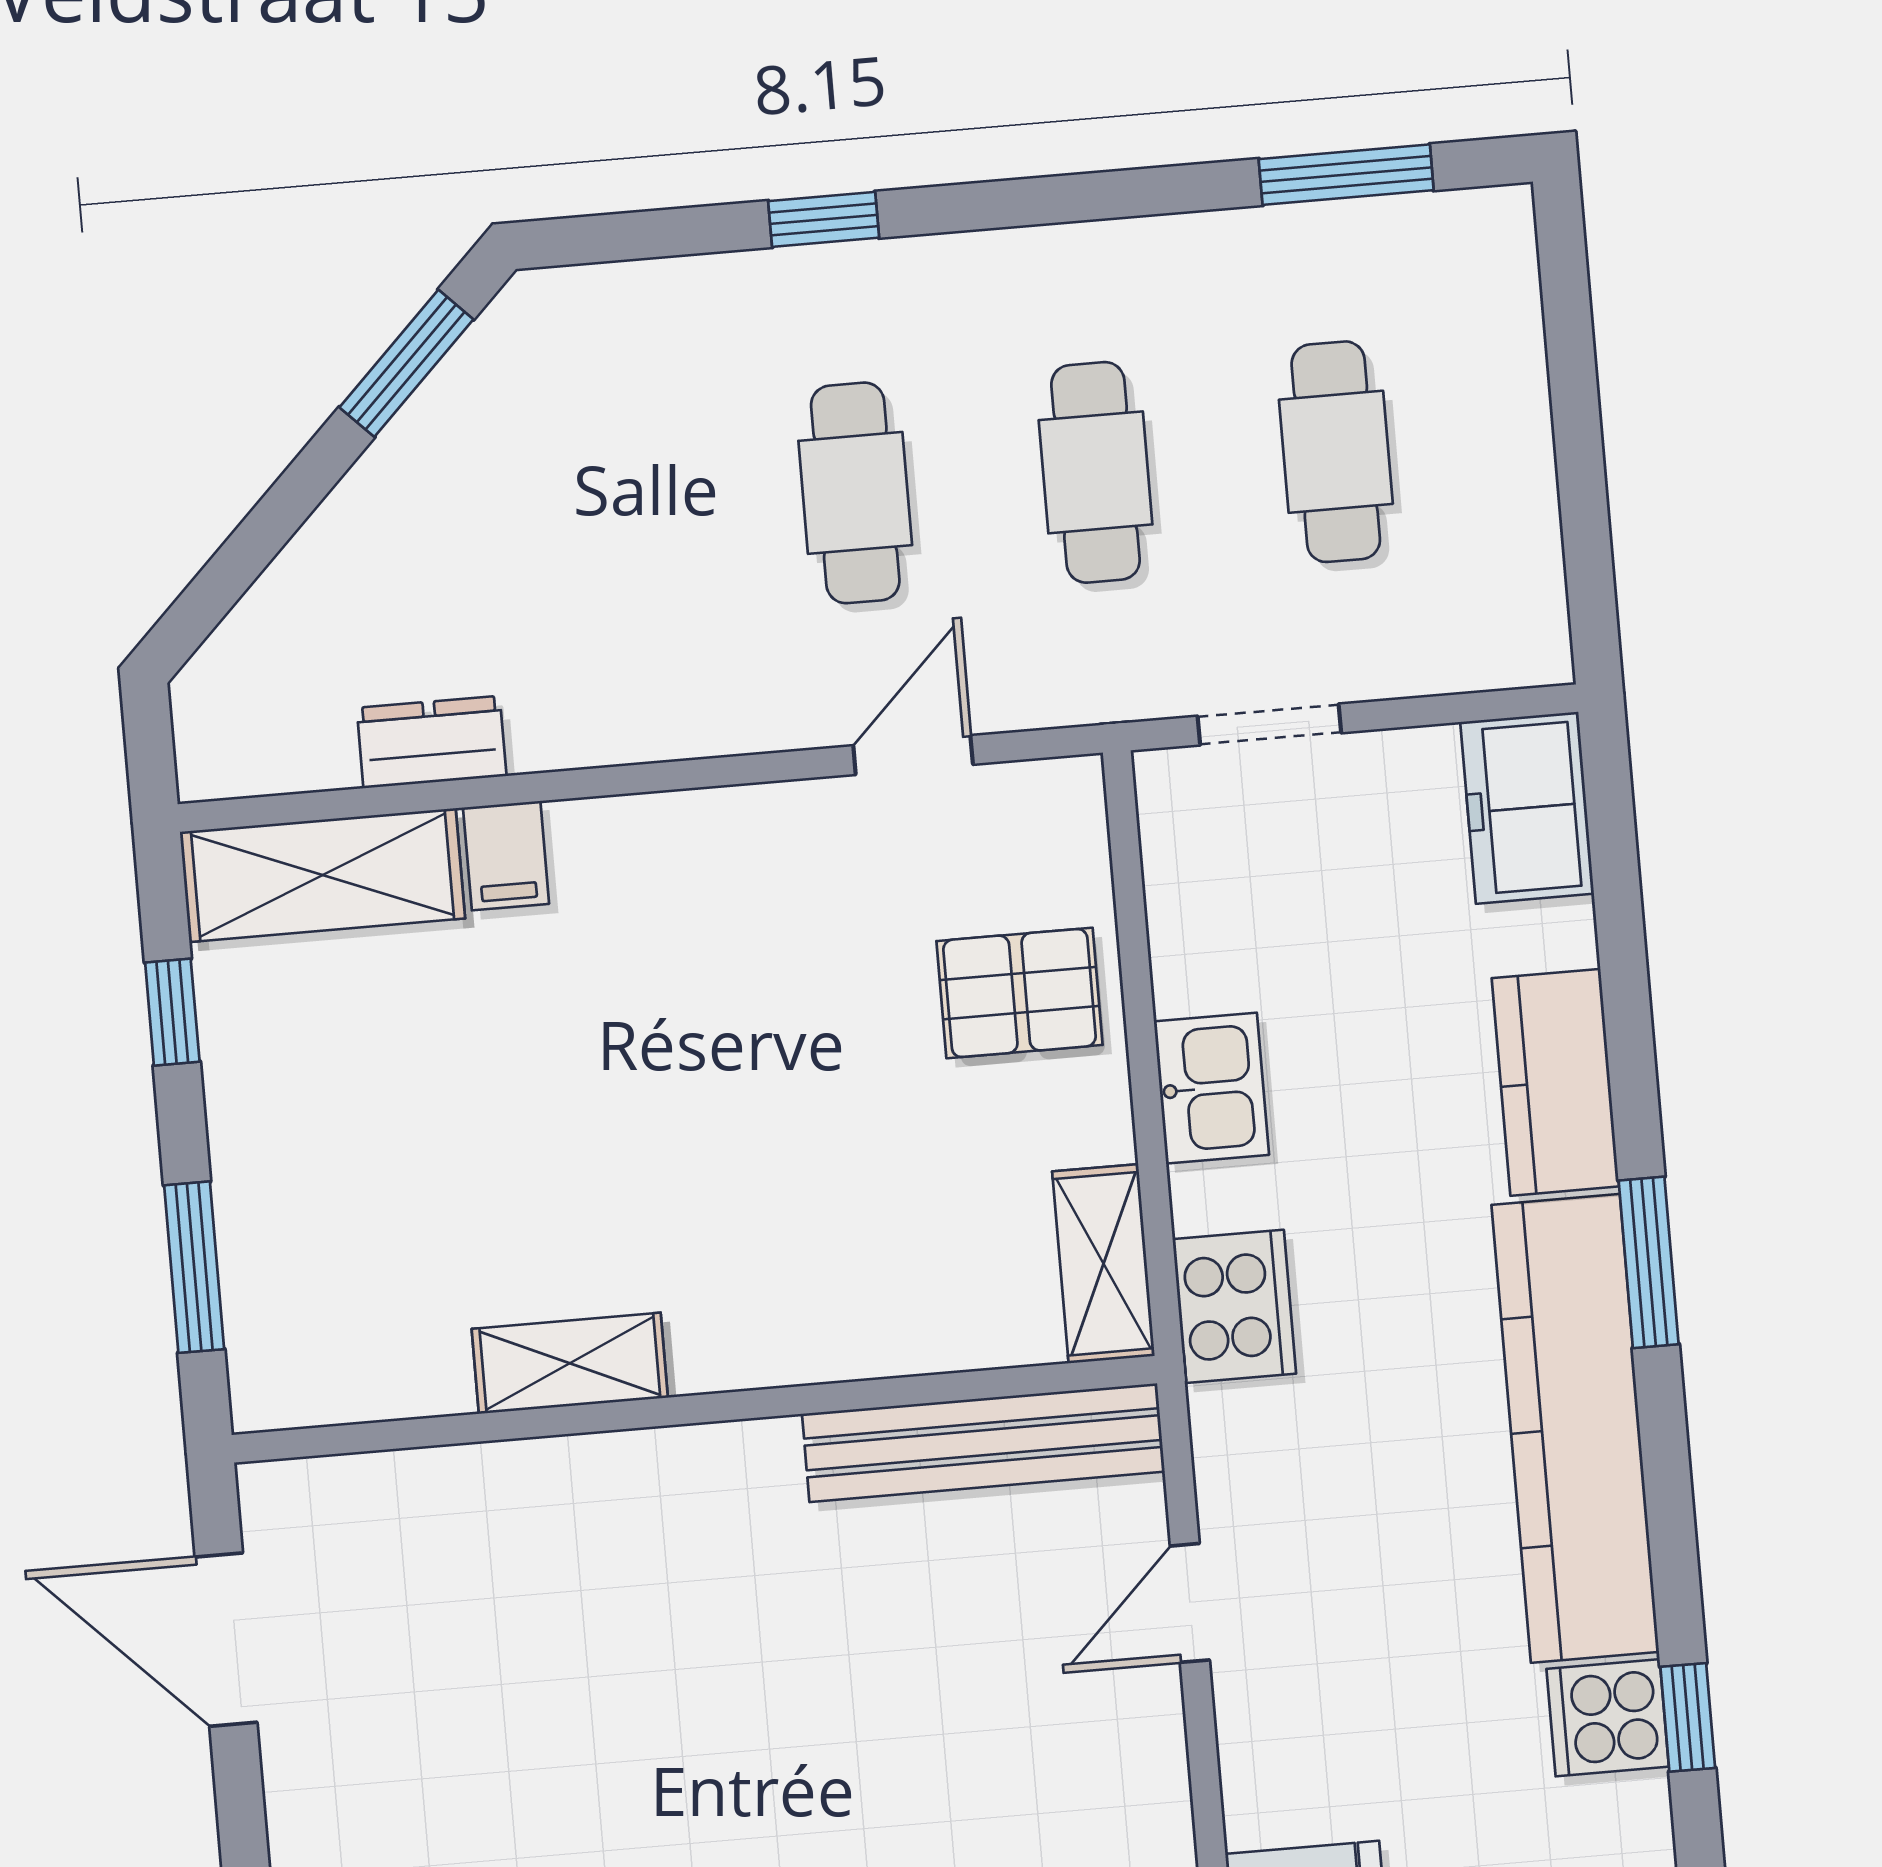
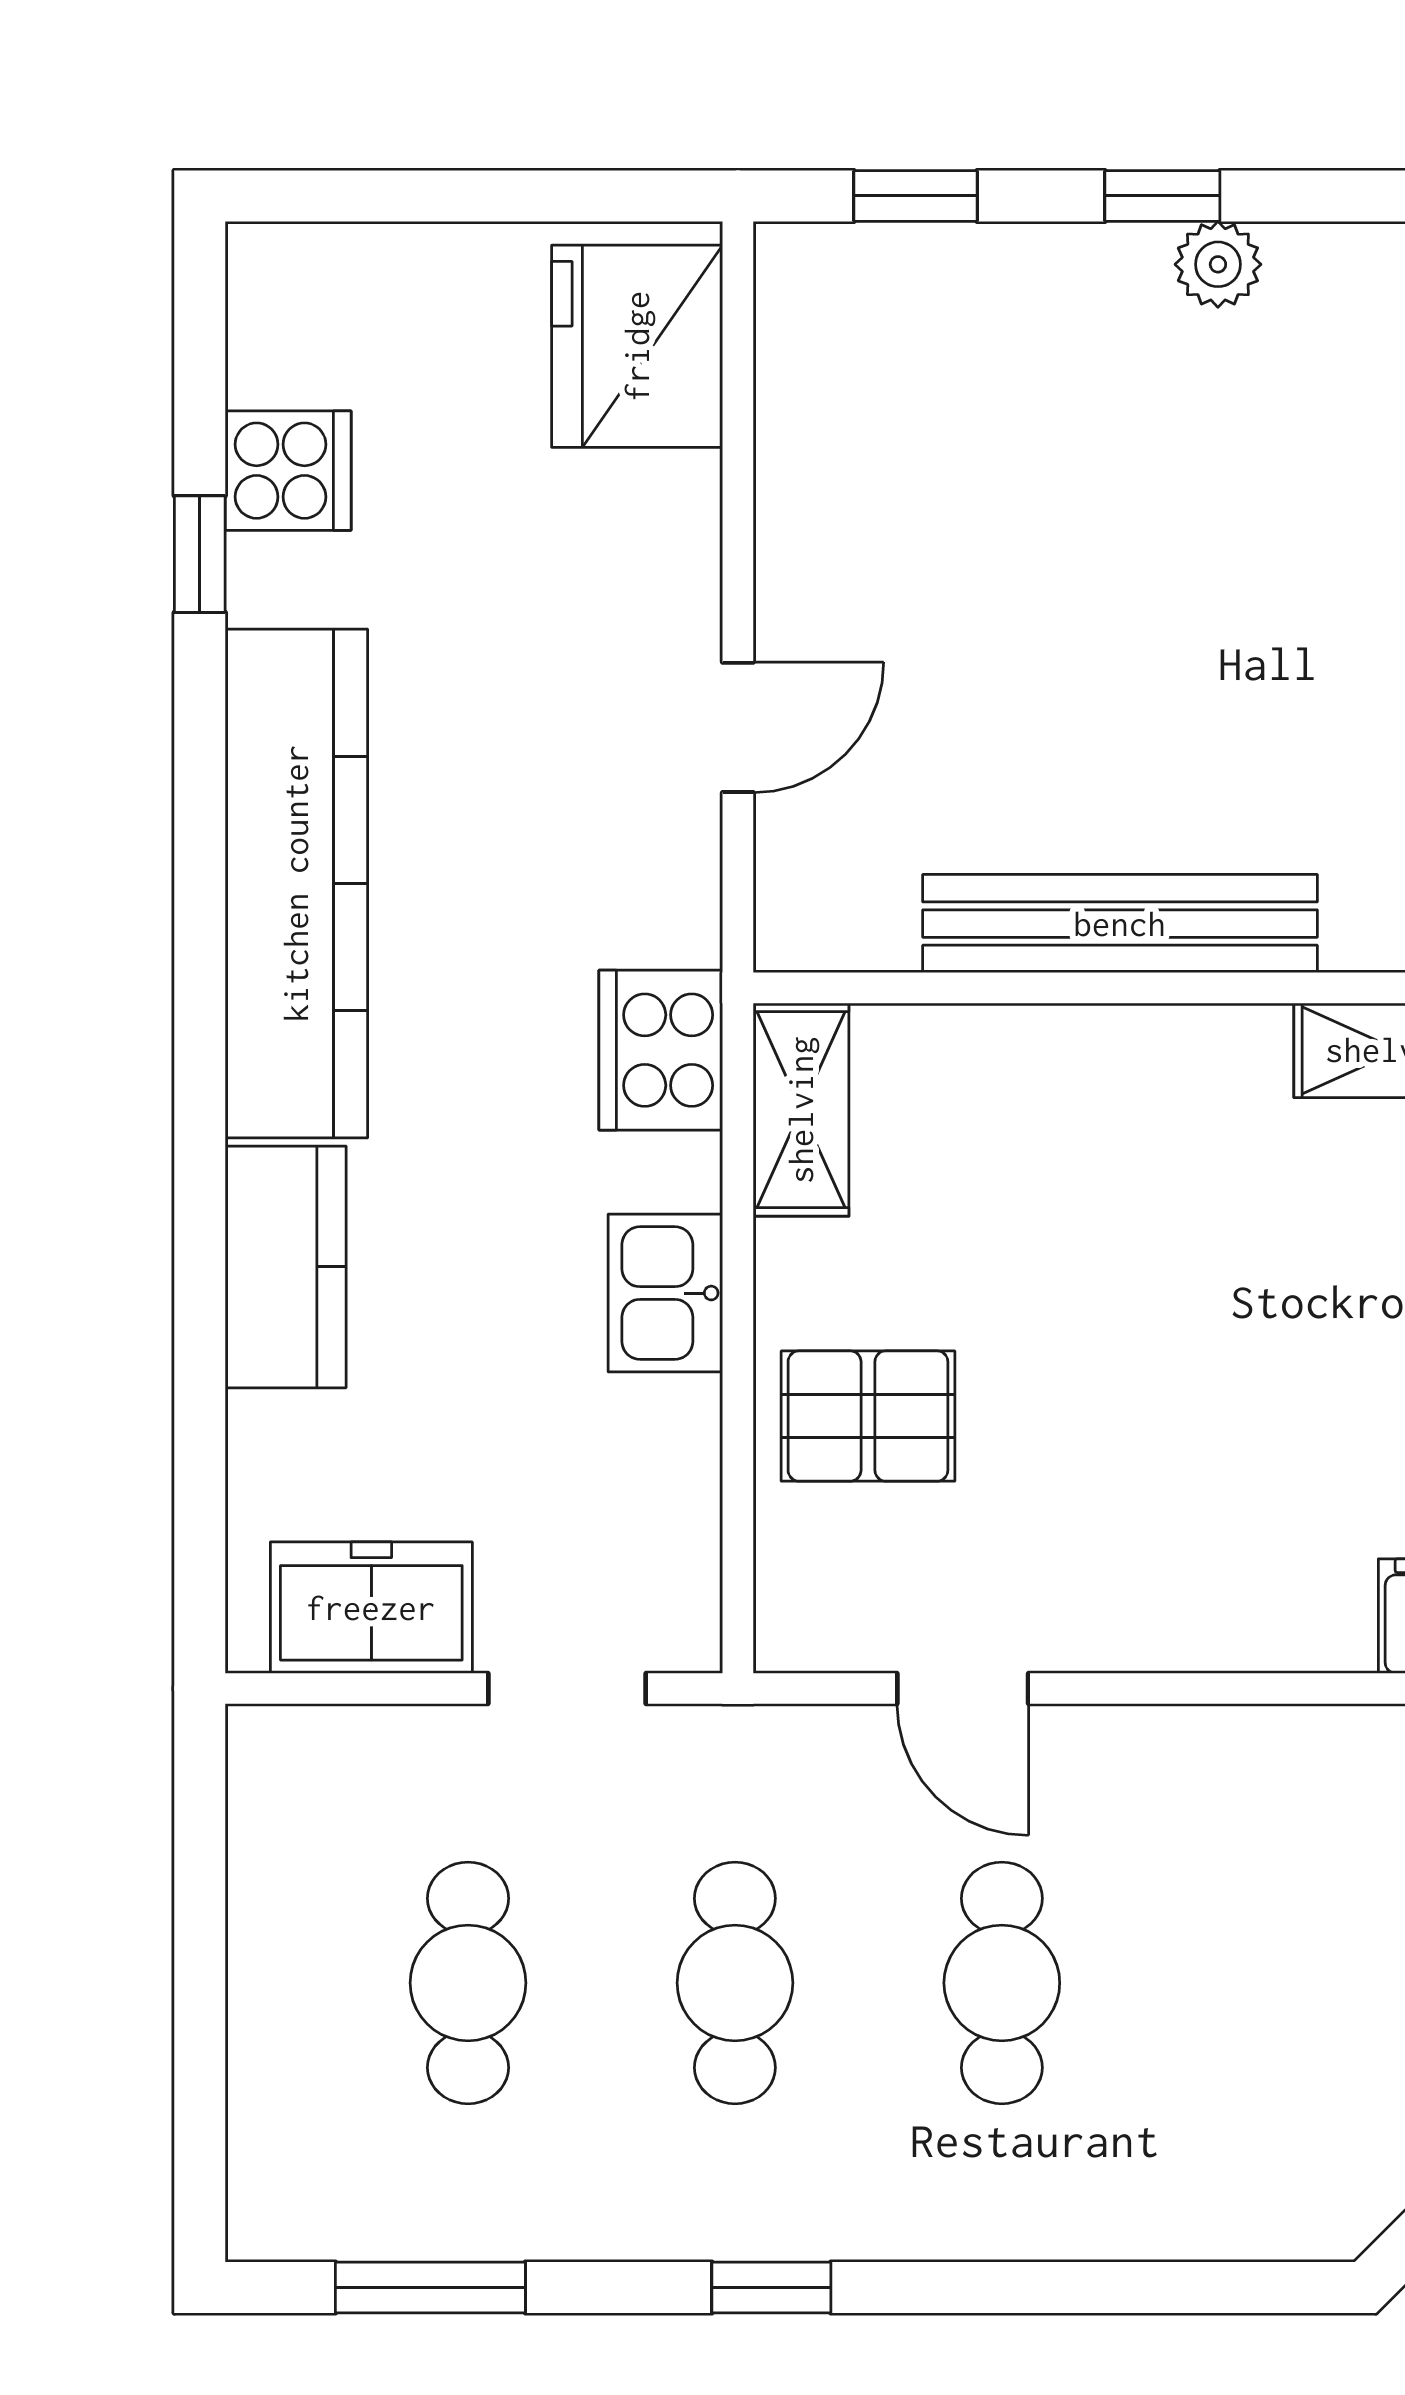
window: (824, 219) -> (771, 2288), moved
door: (913, 755) -> (963, 1688), hinge flipped
freezer: (1527, 808) -> (371, 1608), moved, turned -90
window: (1649, 1262) -> (200, 1060), removed
bench: (983, 1443) -> (1120, 924), moved
cooker: (1608, 1718) -> (288, 471), moved

